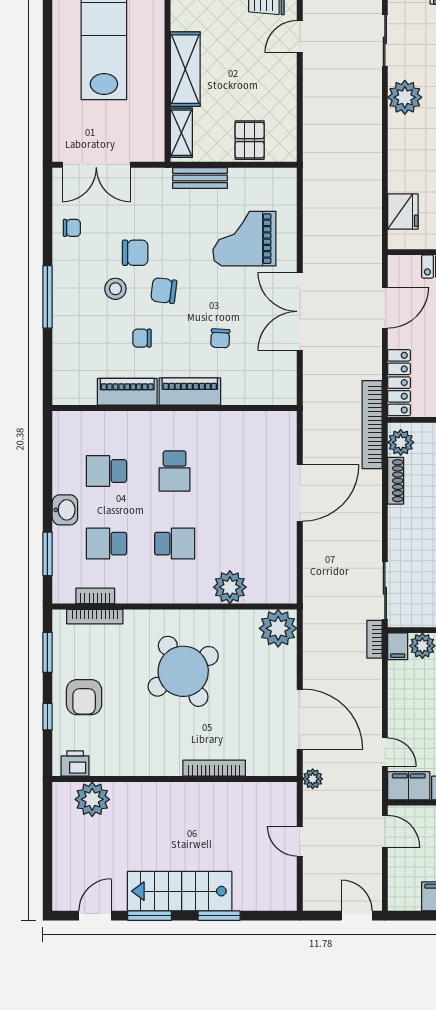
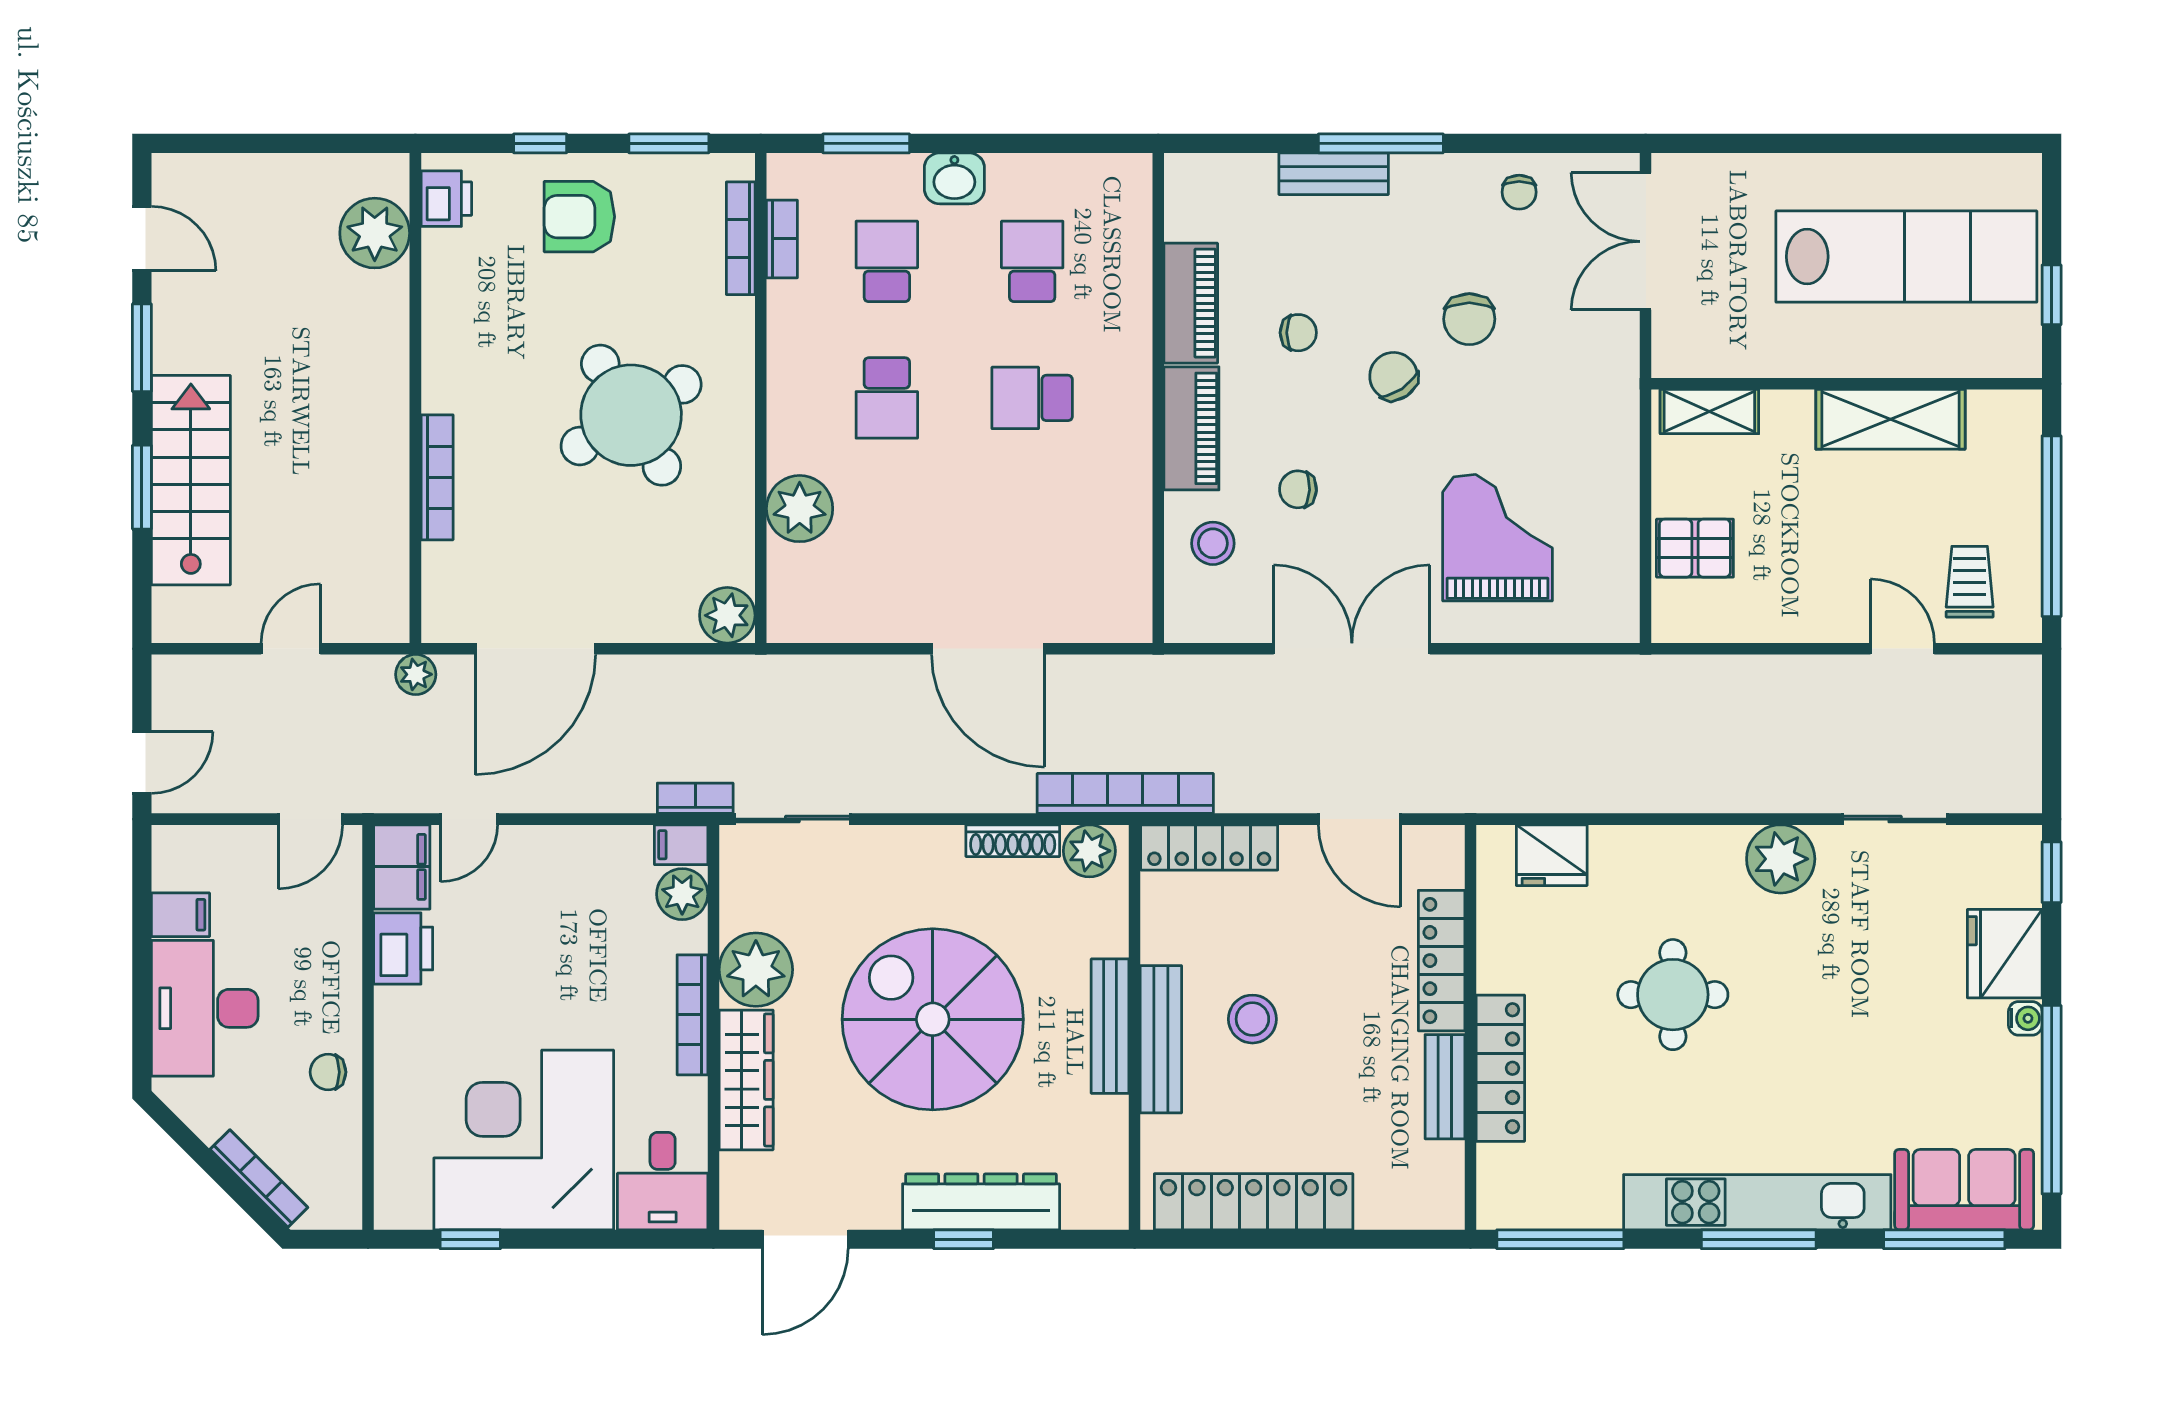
shelving: (185, 69) -> (1890, 419), moved
bench: (200, 178) -> (1334, 174), moved, turned 90
stool: (115, 289) -> (1213, 543), moved
chair: (164, 291) -> (1394, 376), turned -41
chair: (142, 338) -> (1298, 333), turned 90
plant: (278, 628) -> (727, 615), width x0.73, depth x0.73
stairs: (180, 891) -> (191, 480), moved

